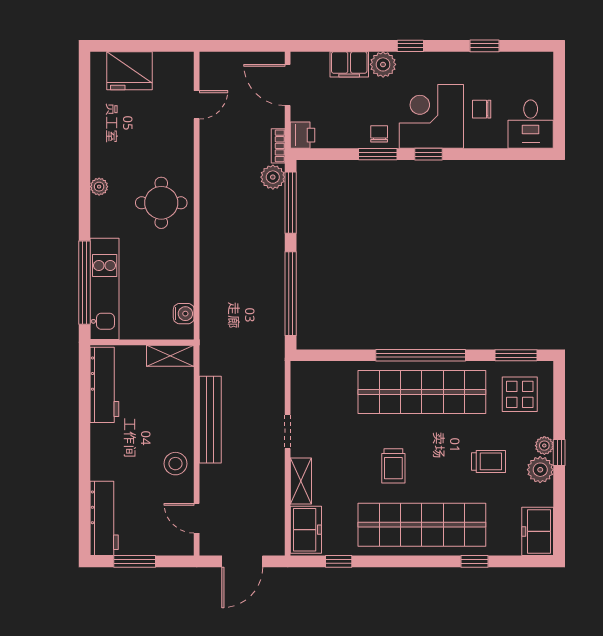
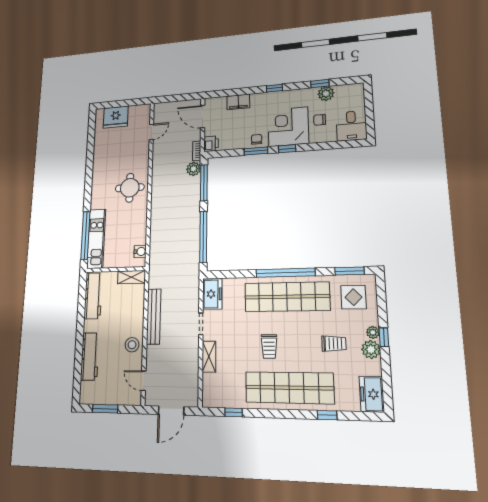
plant: (383, 64) -> (326, 94), moved
plant: (99, 187) -> (96, 181), removed
workbench: (104, 518) -> (90, 356), moved
freezer: (306, 530) -> (212, 294), moved

